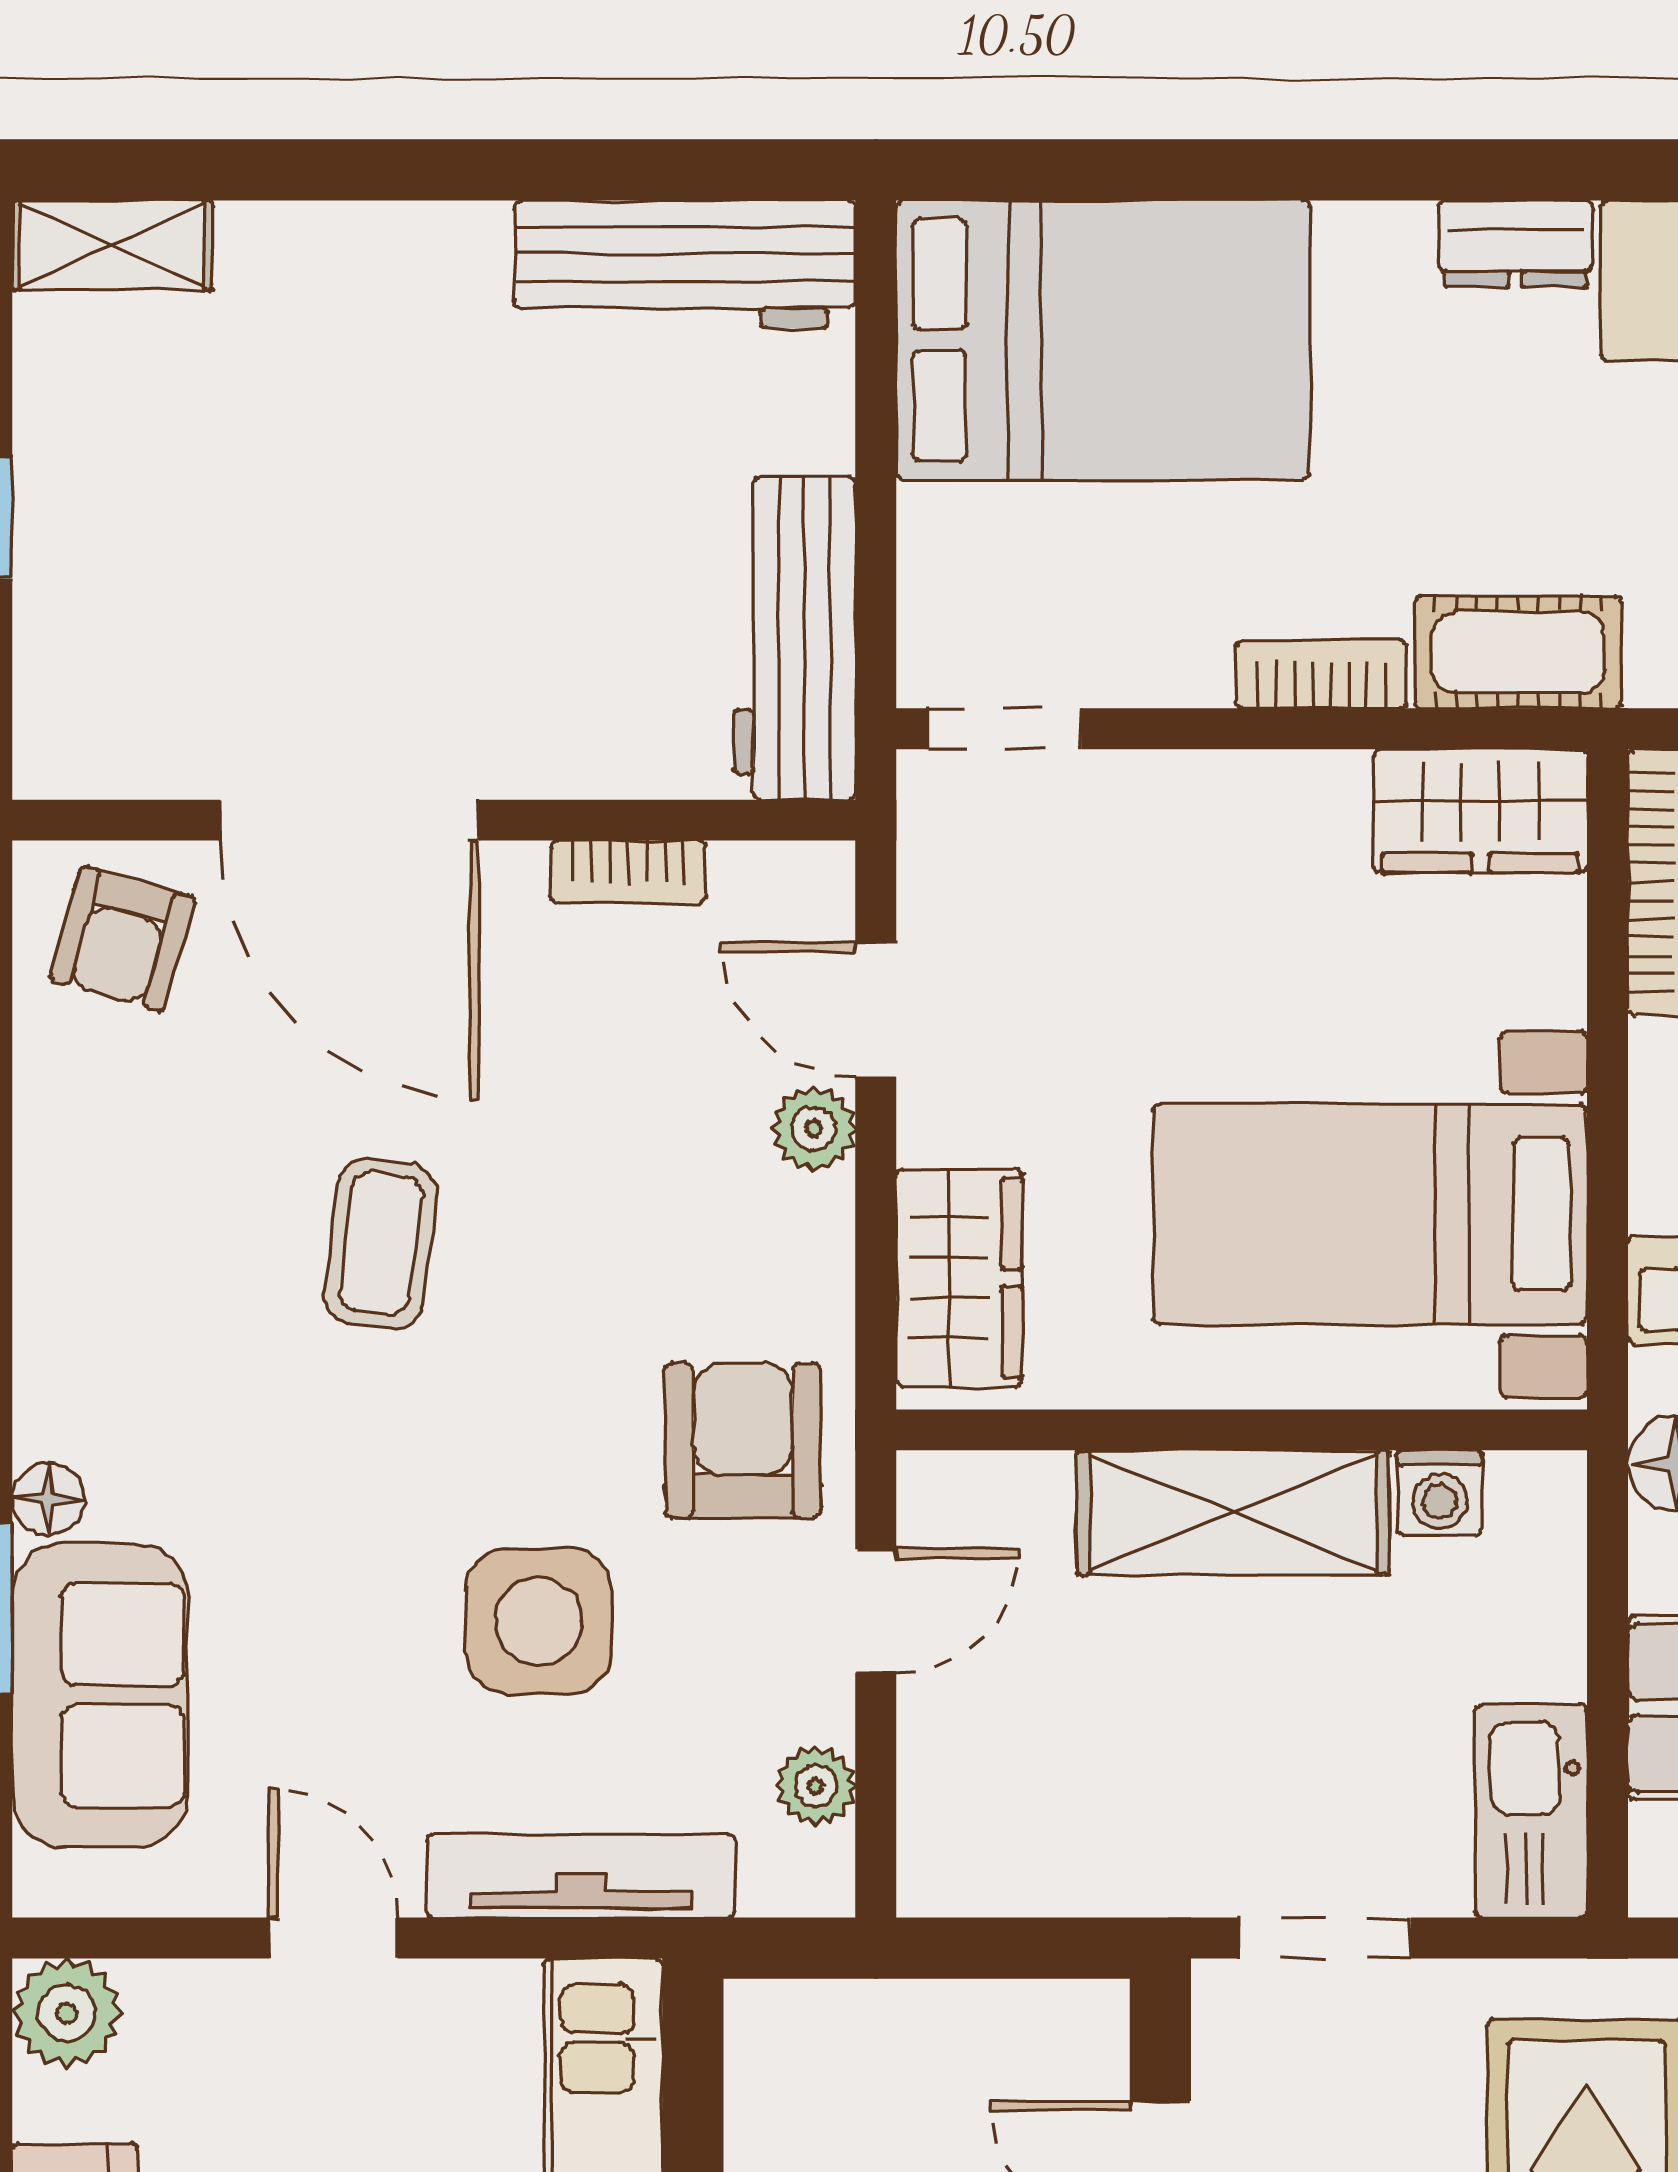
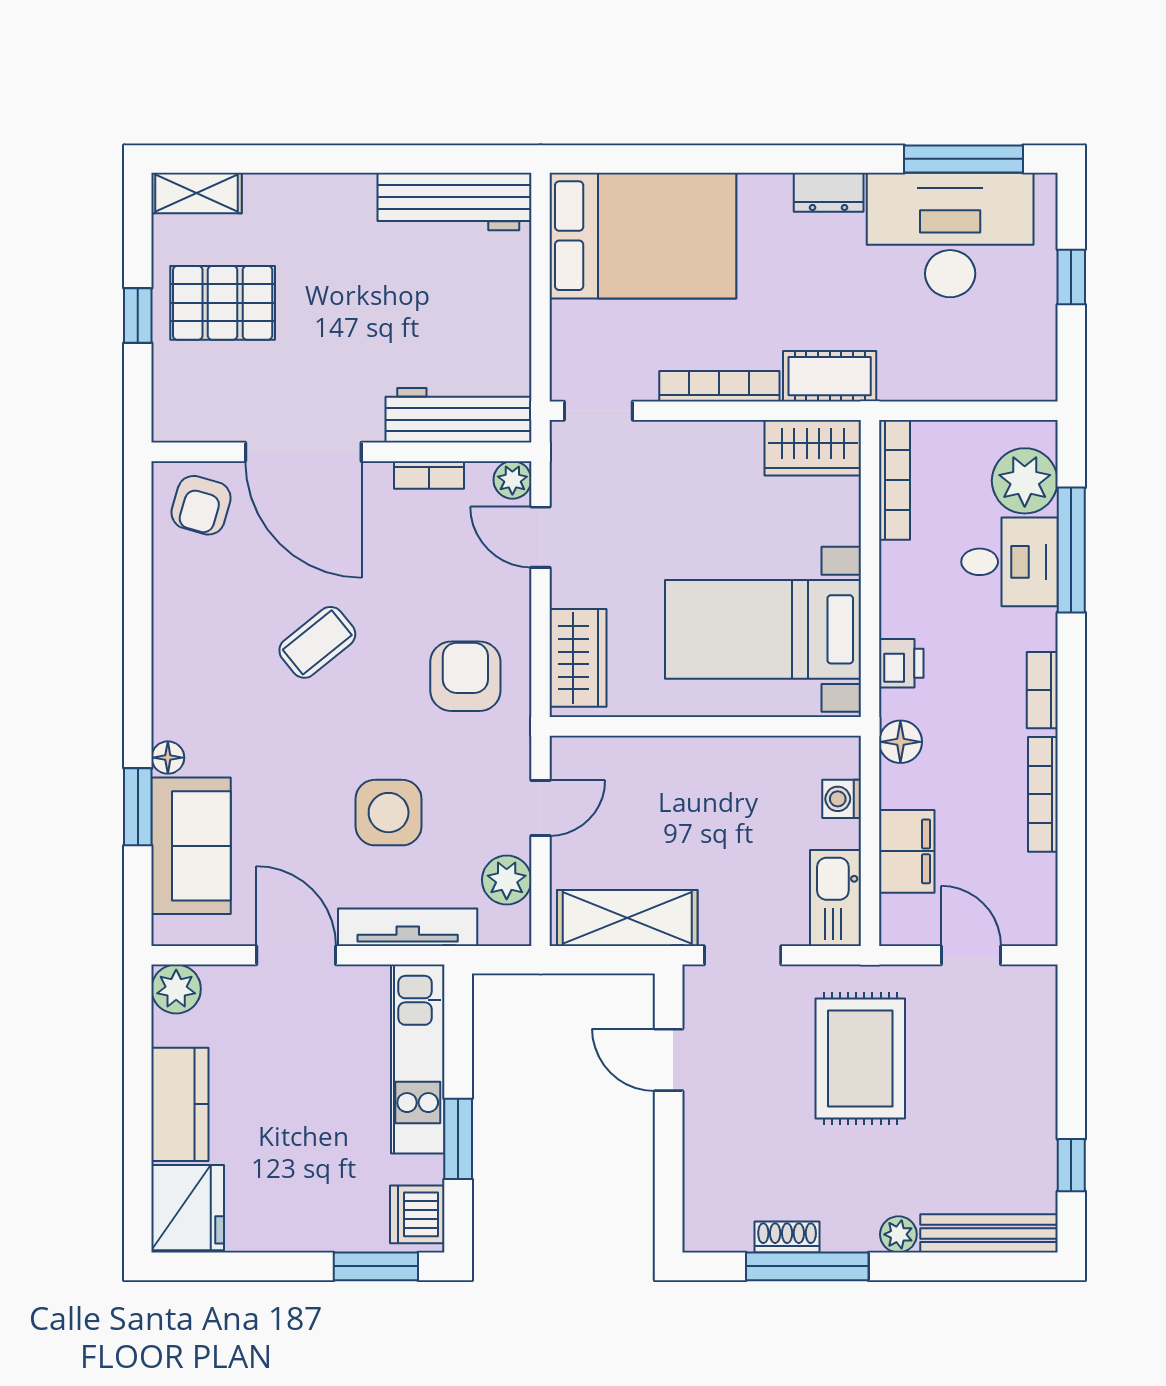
pallet: (170, 489) -> (223, 303), added
workbench: (795, 638) -> (458, 415), moved, turned 90
bookcase: (1321, 674) -> (719, 386), width x1.56
plant: (814, 1129) -> (512, 480), moved
coffee table: (380, 1243) -> (317, 642), turned 44
armchair: (743, 1441) -> (465, 676), moved
washing machine: (1440, 1493) -> (842, 799), moved, turned 90
shelving: (1233, 1513) -> (627, 918), moved
plant: (816, 1786) -> (507, 880), width x1.38, depth x1.38
door: (333, 1938) -> (296, 955), width x1.38

